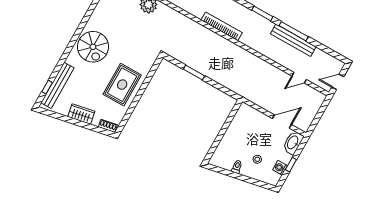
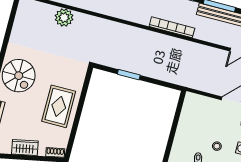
bookcase: (222, 26) -> (172, 27), moved

